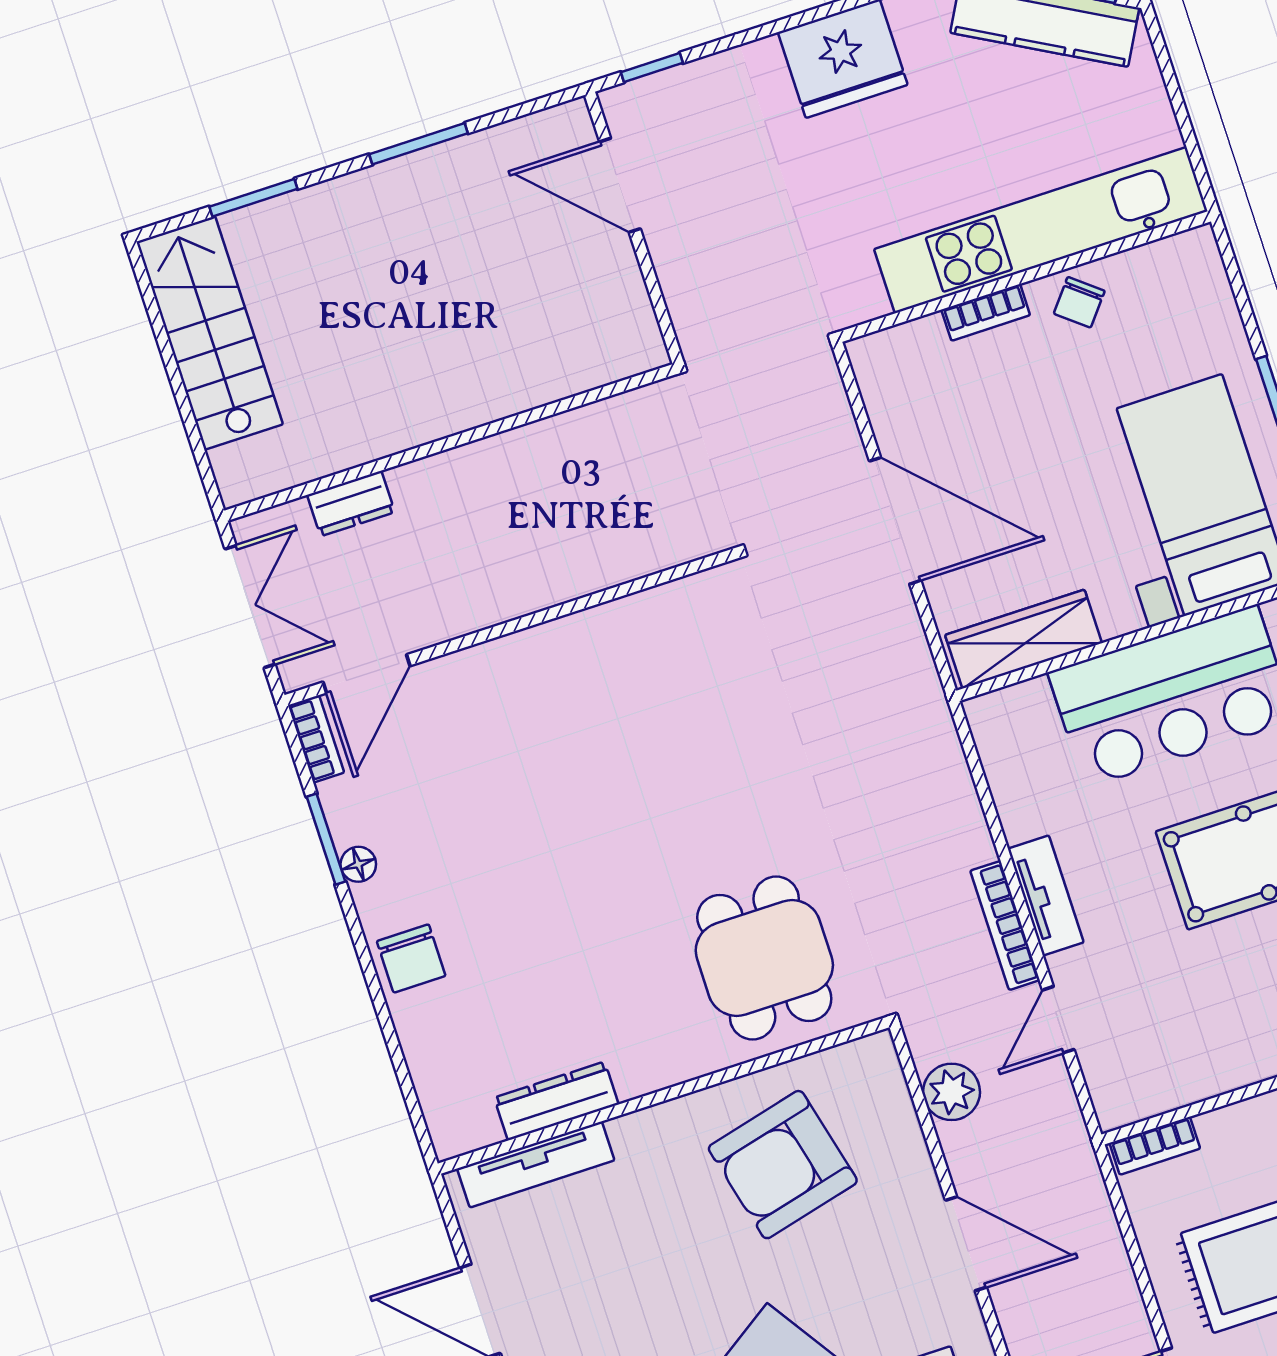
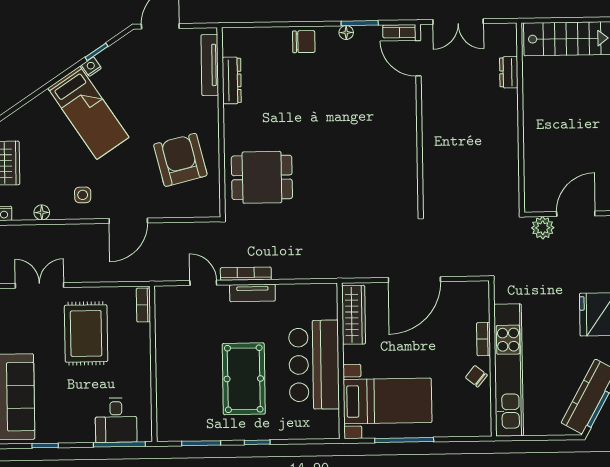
wall: (450, 442) -> (520, 118), moved
dresser: (351, 504) -> (509, 72), moved
chair: (411, 958) -> (304, 42), turned 180
plant: (952, 1092) -> (543, 228), moved

